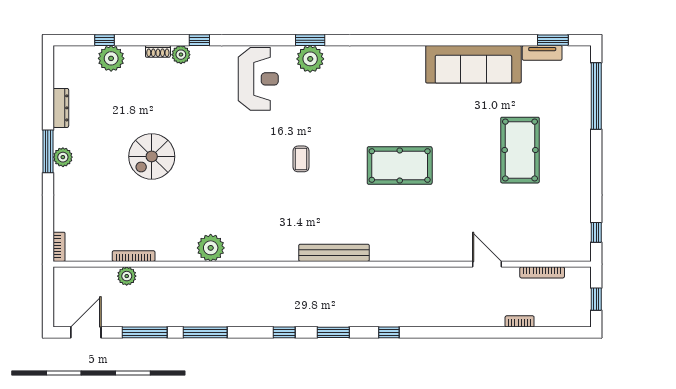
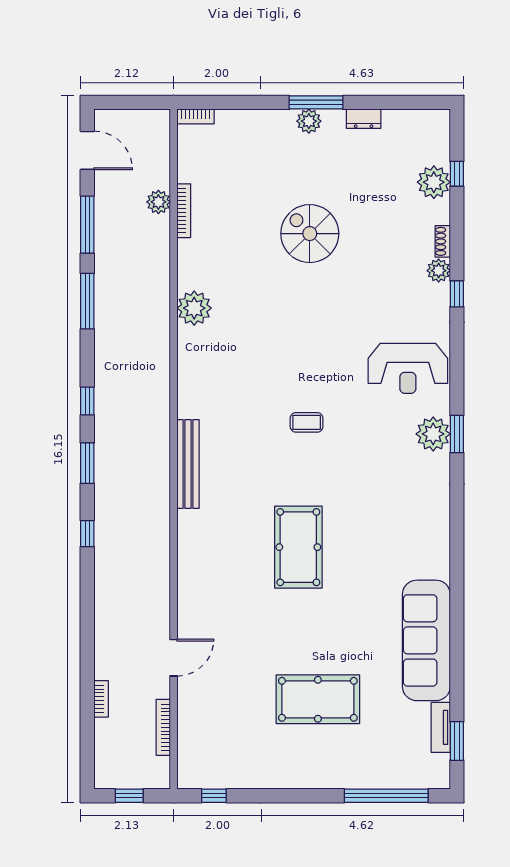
dresser: (61, 108) -> (364, 119), width x0.70

